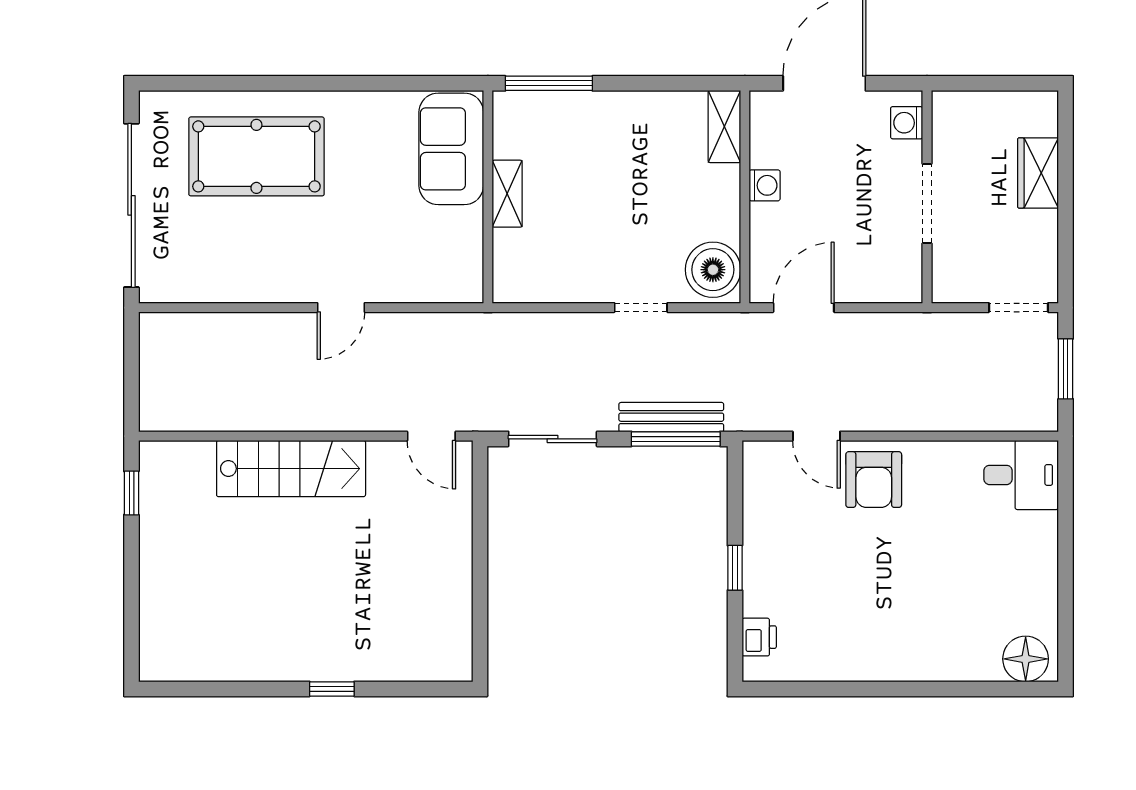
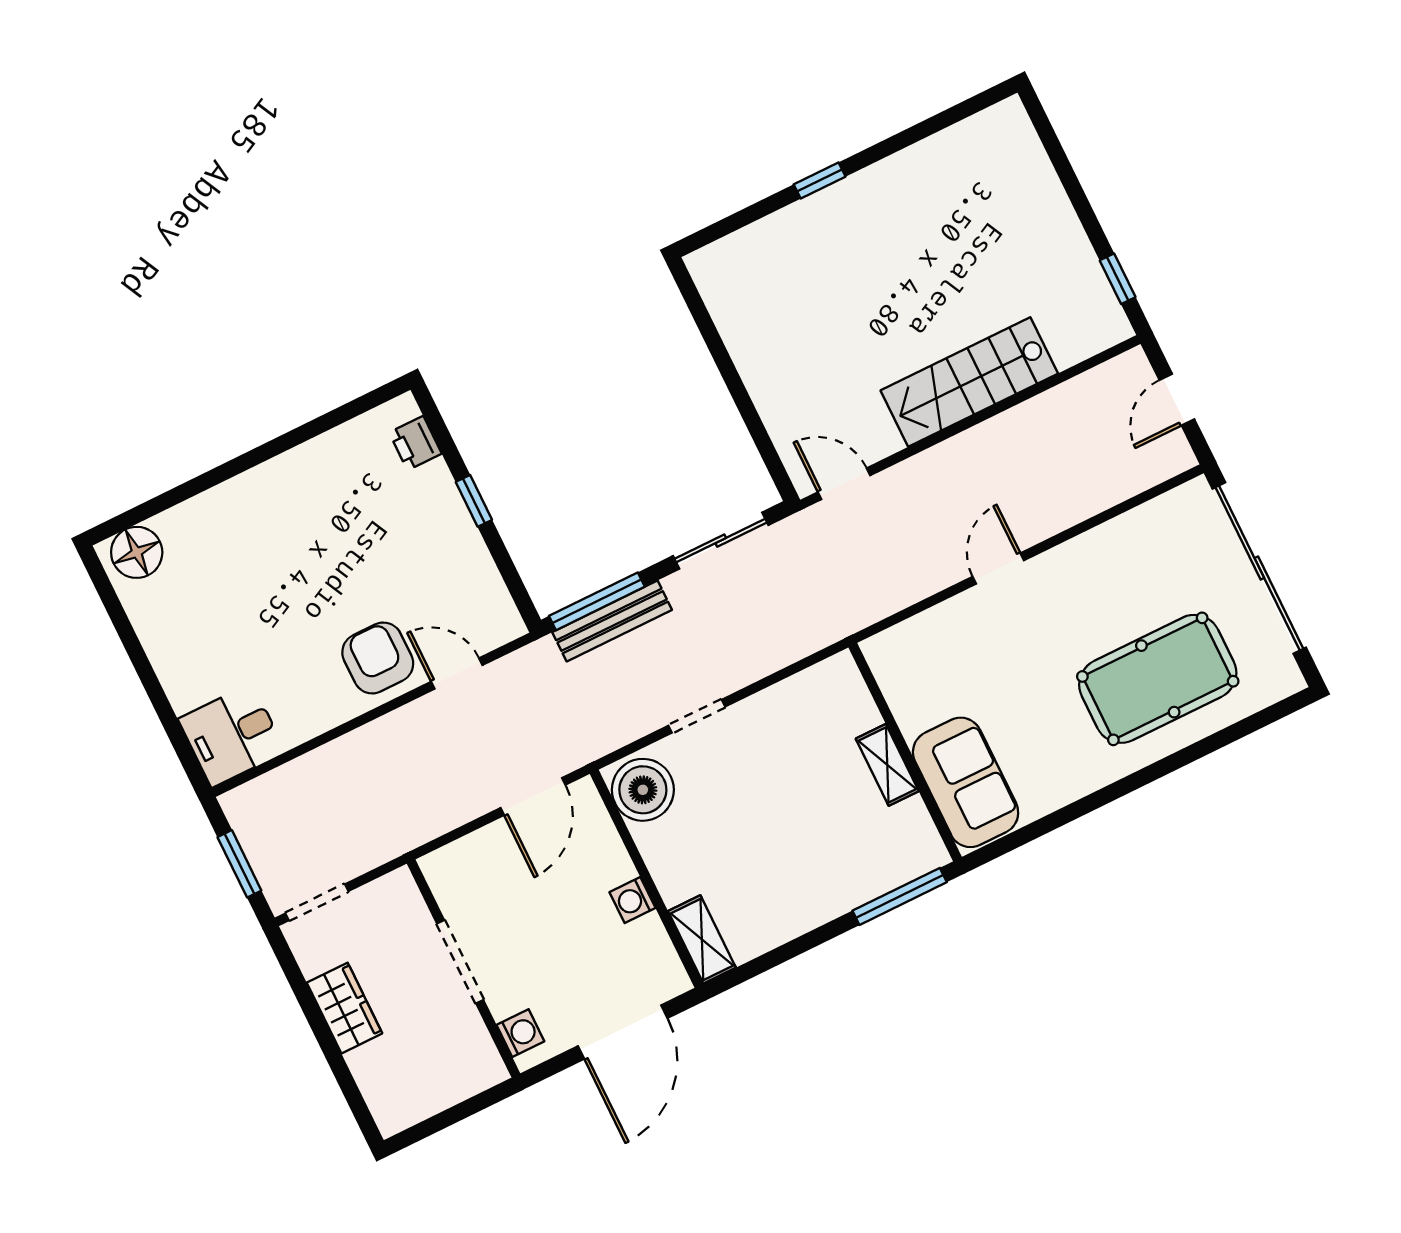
wardrobe: (1038, 173) -> (344, 1008), moved
door: (131, 373) -> (1177, 400), added

